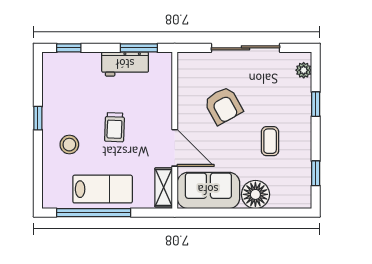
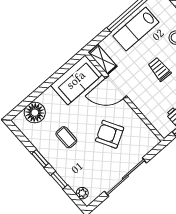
window: (316, 173) -> (40, 158), moved
floor lamp: (255, 194) -> (35, 113), moved

